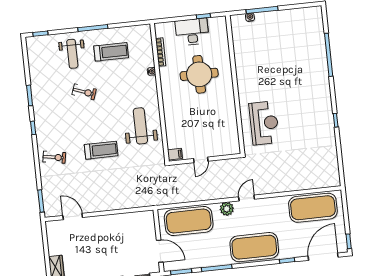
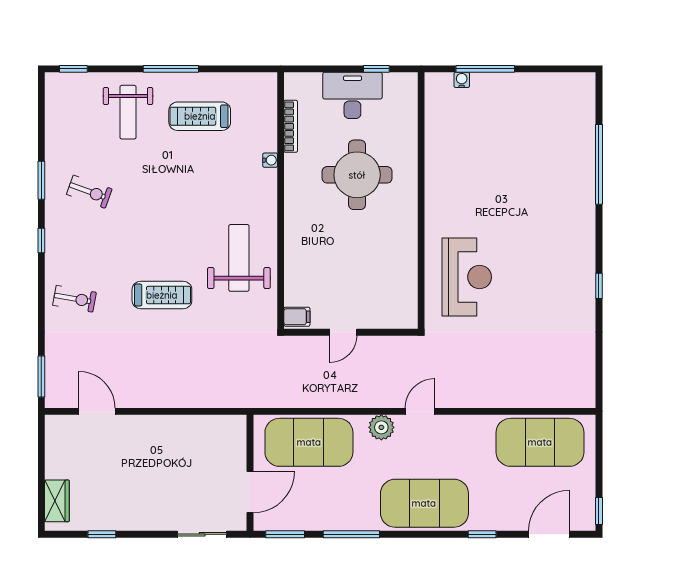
treadmill: (111, 52) -> (200, 116), turned 180
exercise bike: (84, 92) -> (89, 192), moved
door: (160, 251) -> (250, 492), hinge flipped
door: (323, 257) -> (549, 534), width x0.73

